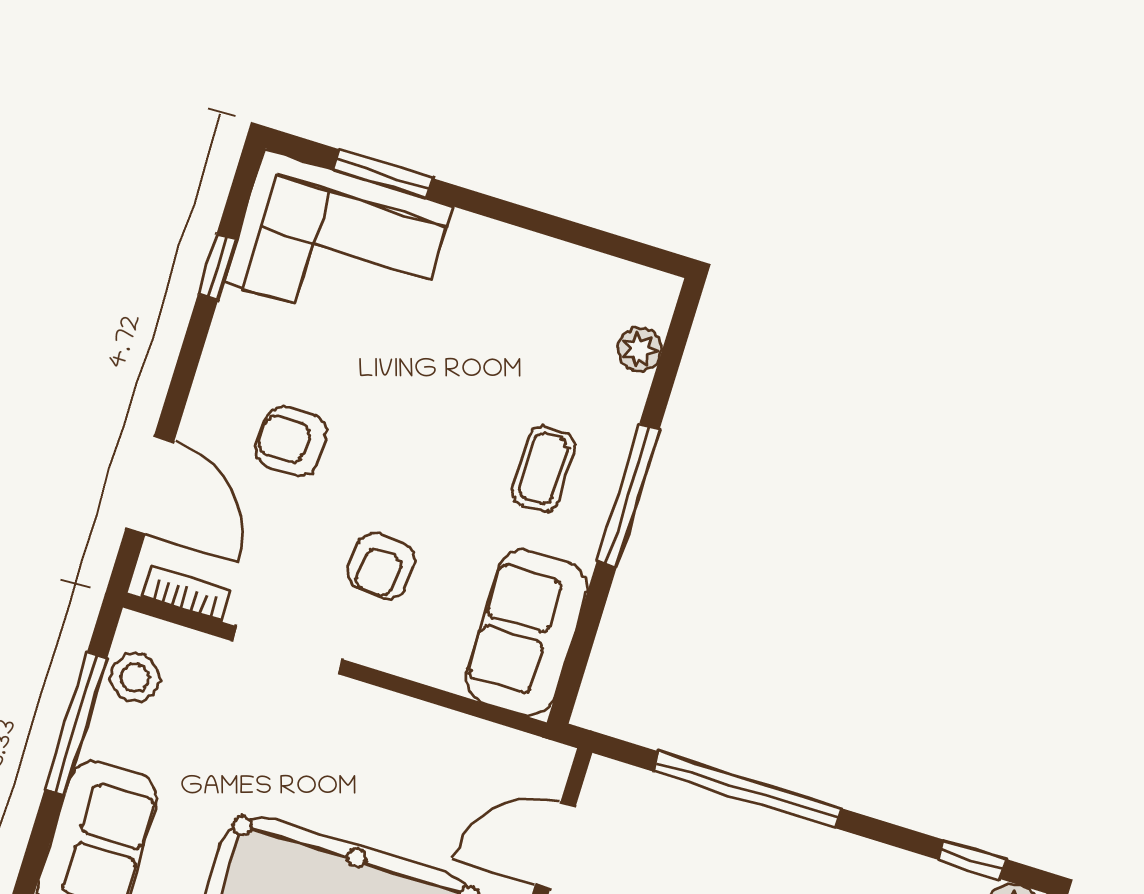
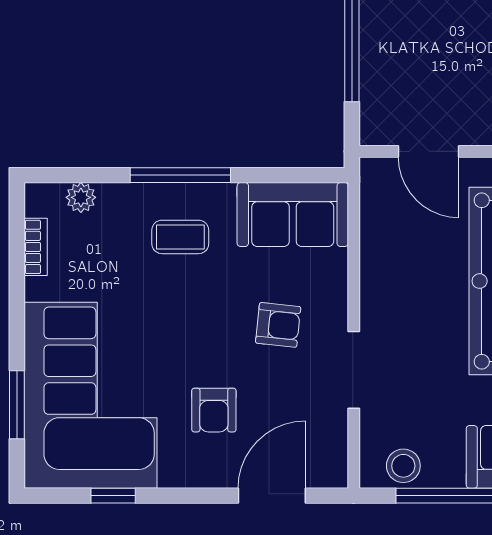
corner sofa: (338, 244) -> (90, 395), width x1.36, depth x1.36
bookcase: (186, 593) -> (36, 247), moved, turned 180

